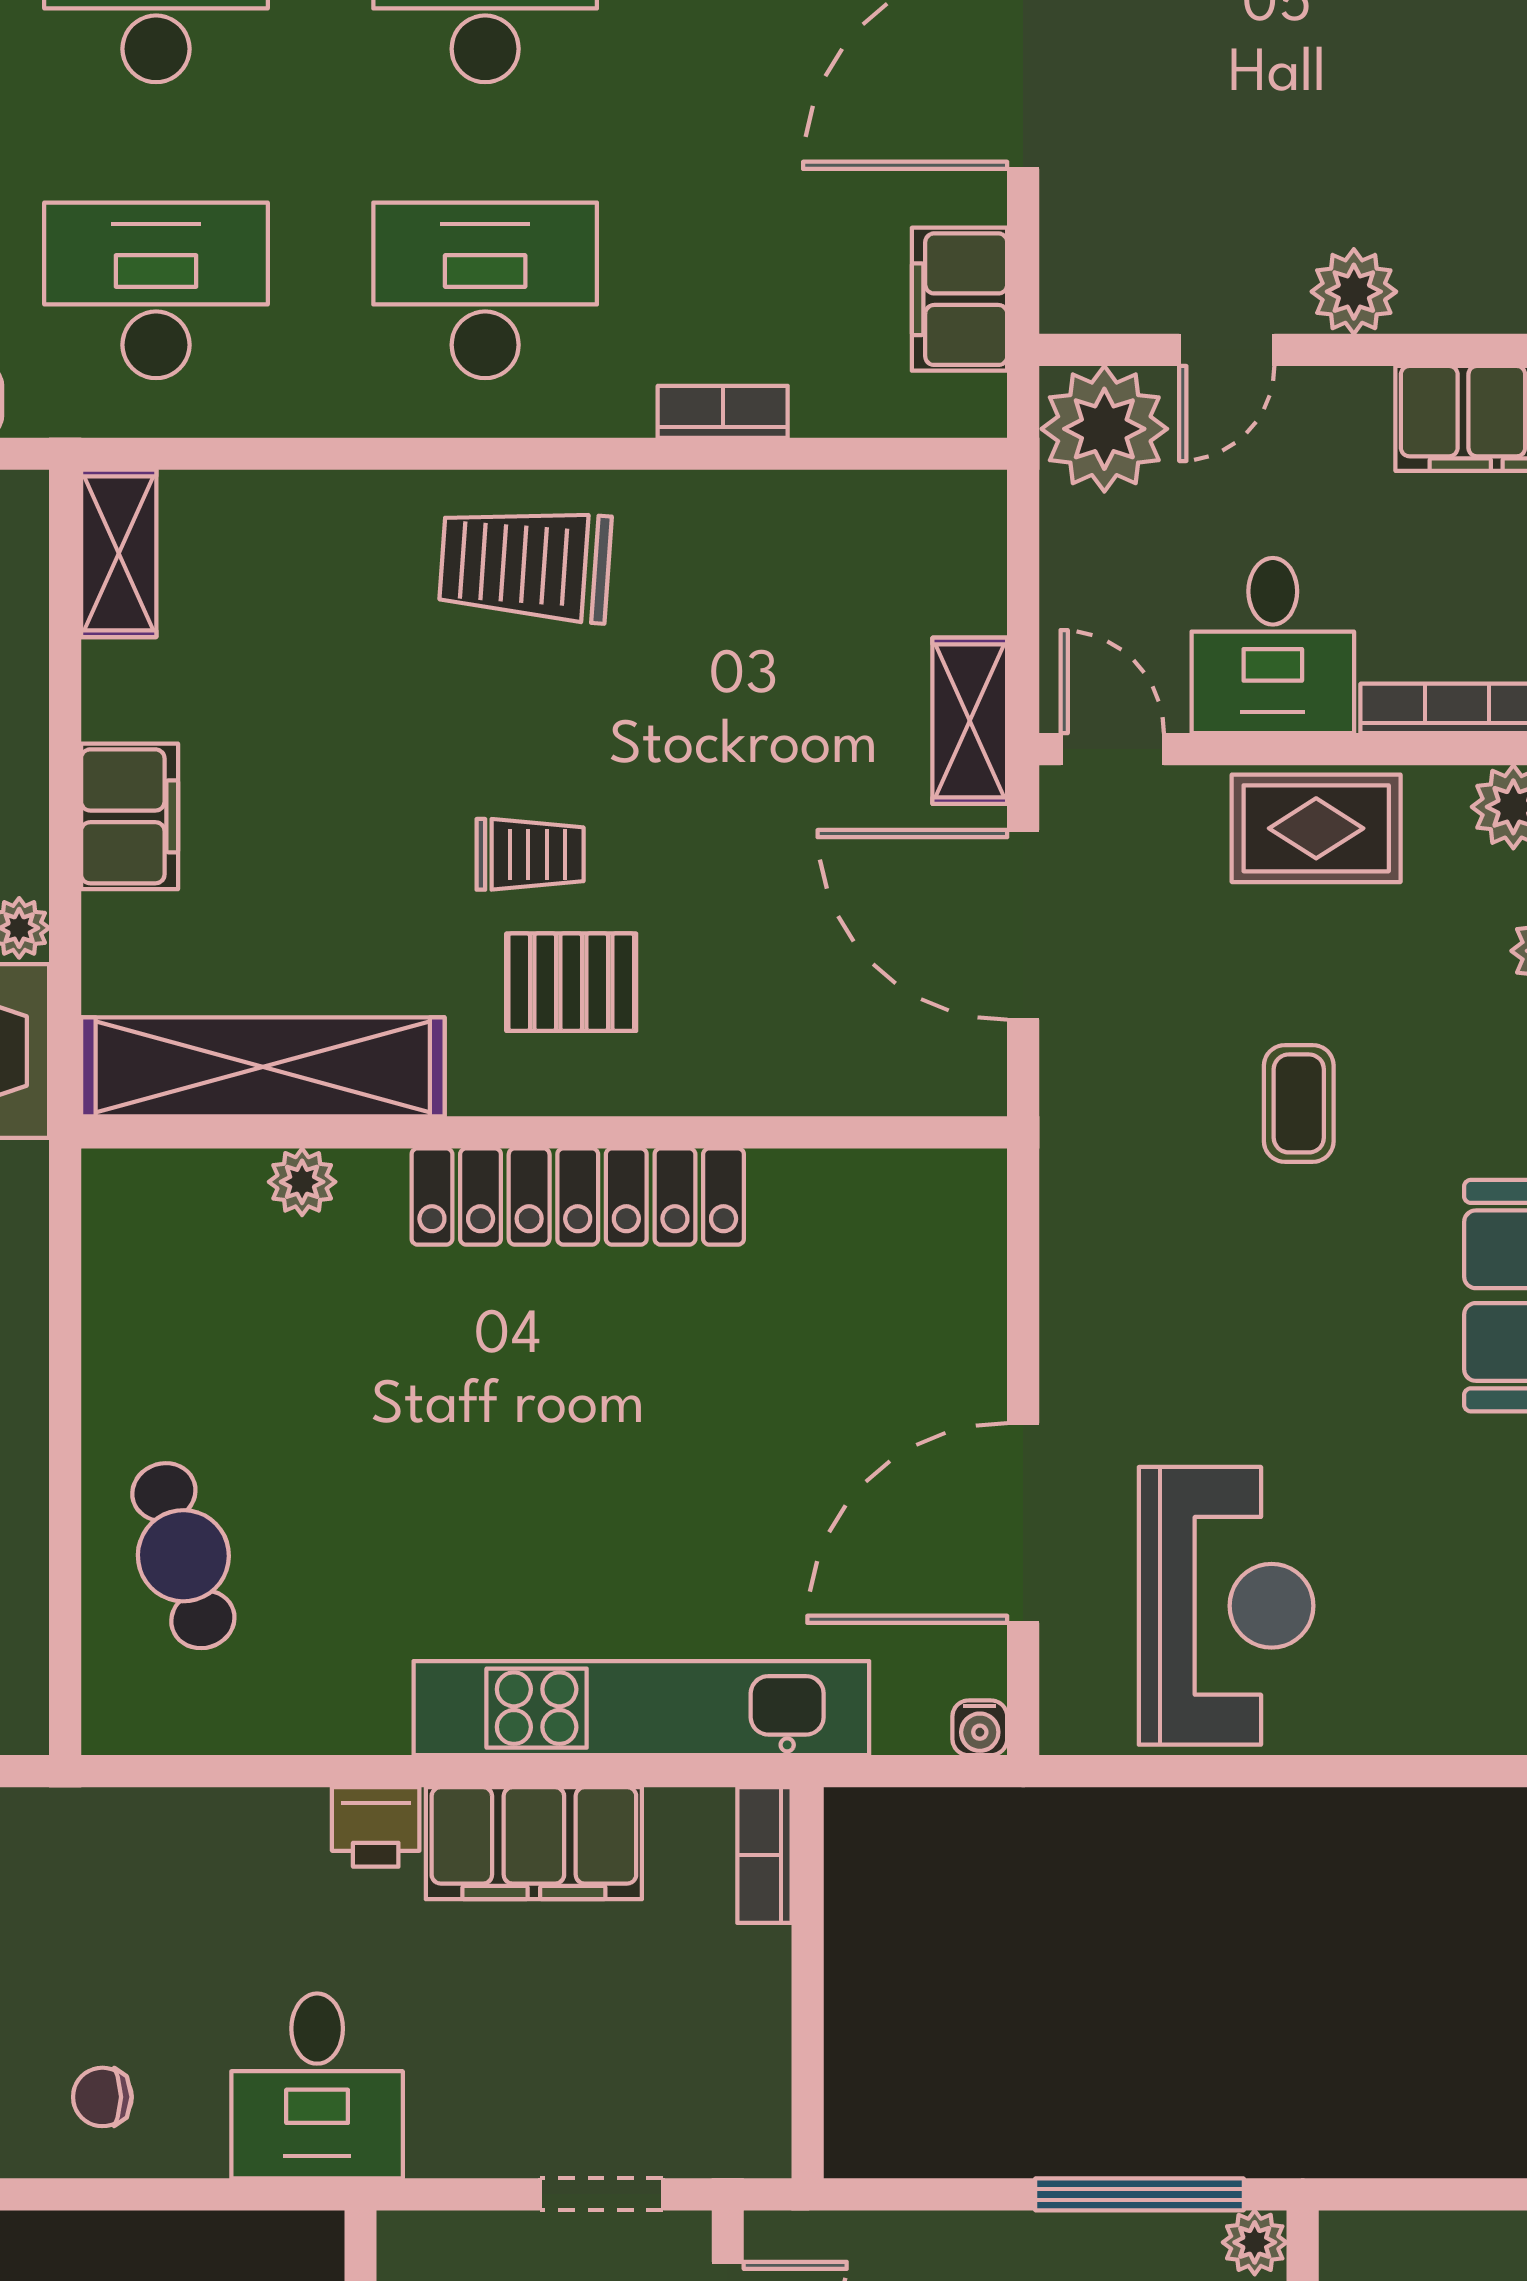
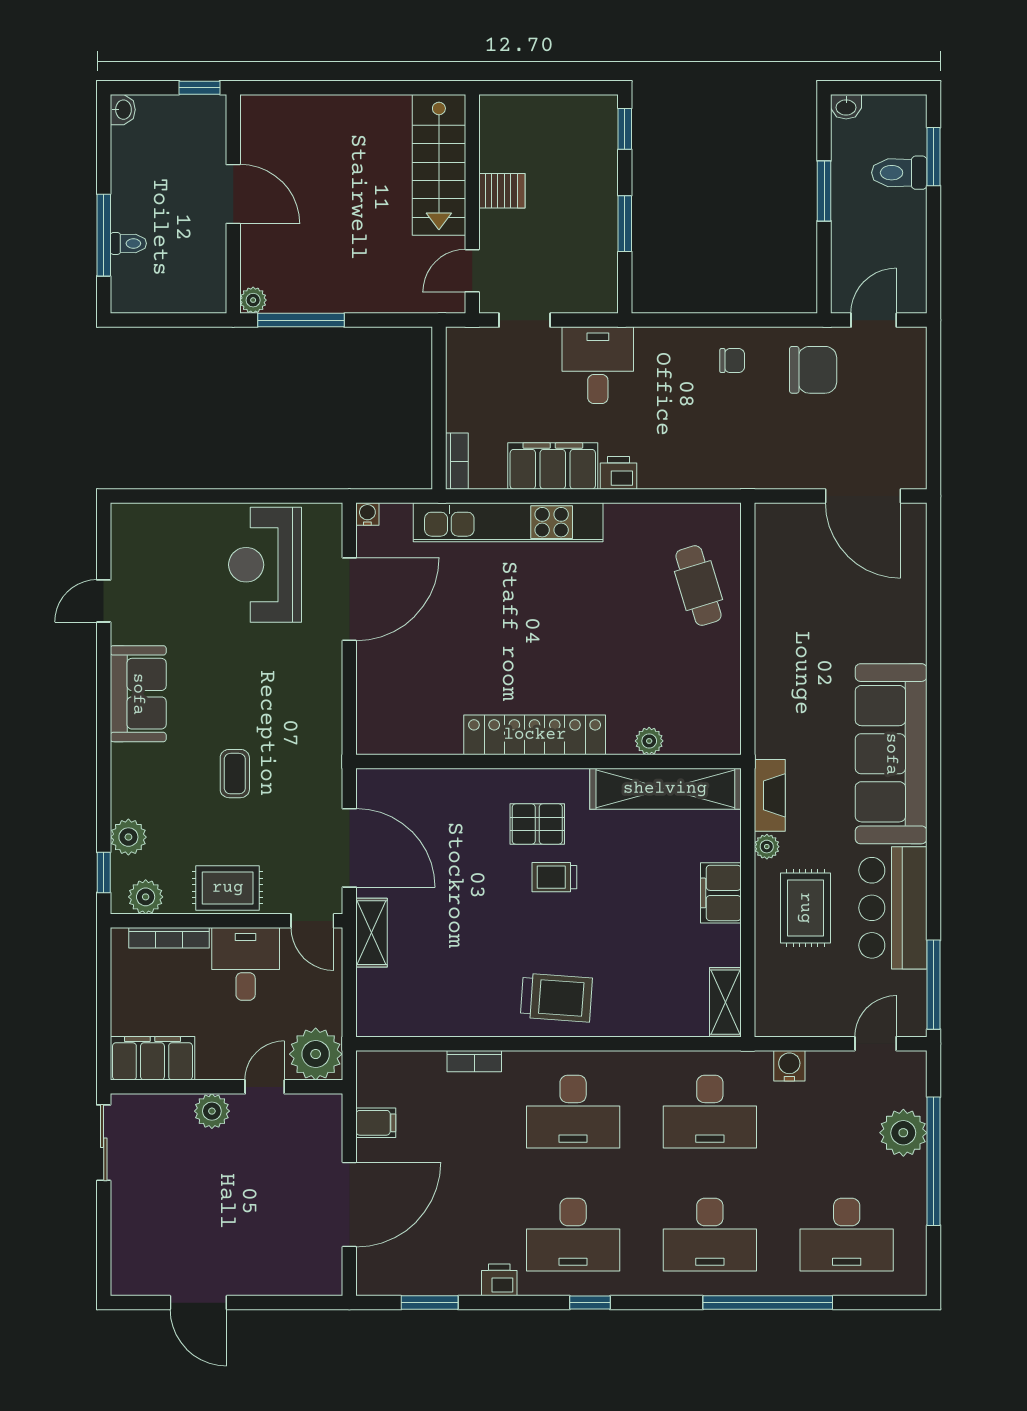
filing cabinet: (960, 299) -> (376, 1123), width x0.50
desk: (317, 2086) -> (598, 365), moved

